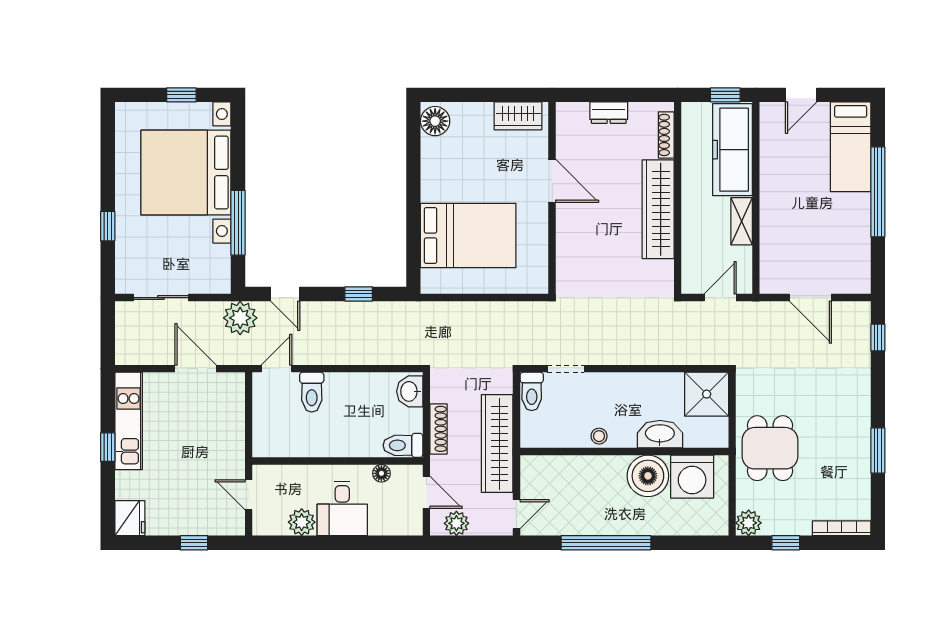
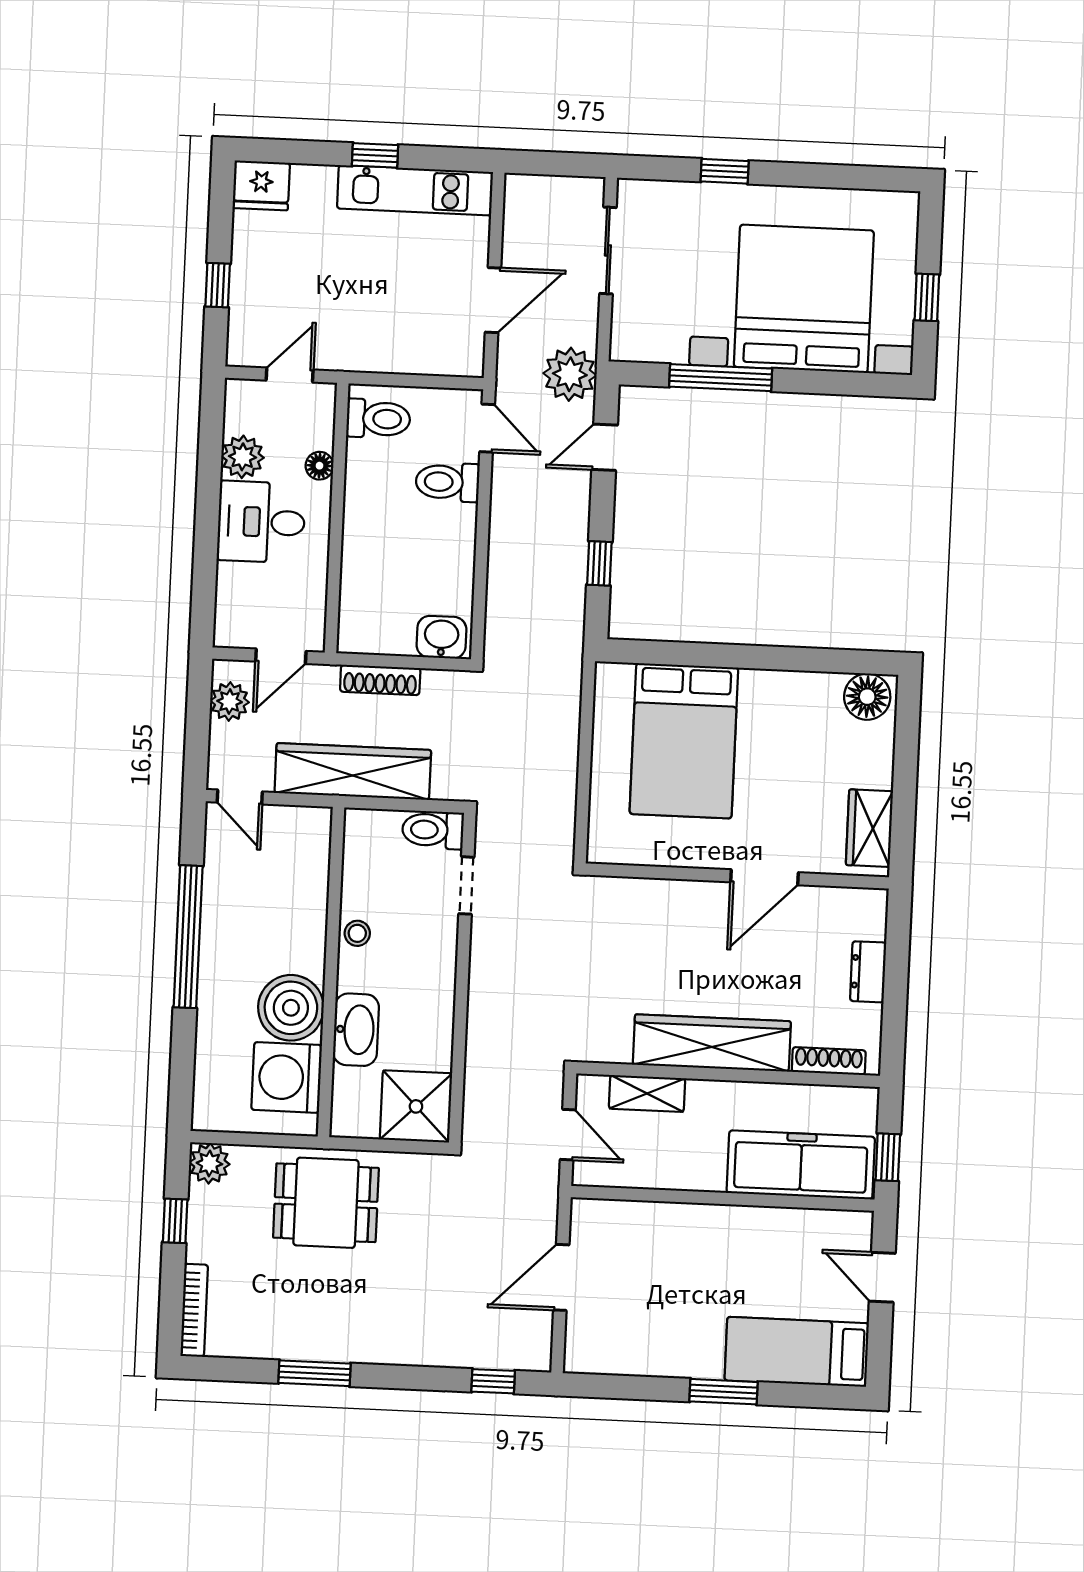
window: (878, 192) -> (723, 1392), width x0.47
shelving: (742, 221) -> (647, 1093), moved
toilet: (403, 445) -> (378, 419), moved, turned 90
floor lamp: (381, 473) -> (320, 466), moved

